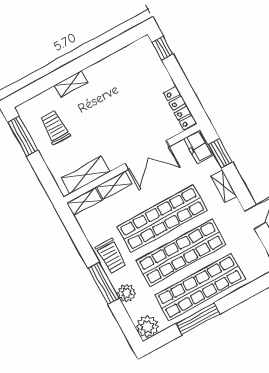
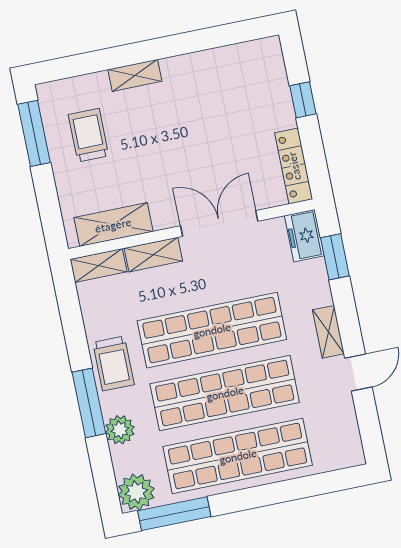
window: (162, 48) -> (303, 100), moved
double door: (147, 155) -> (219, 223), swing flipped
shelving: (224, 186) -> (328, 332), moved
window: (198, 319) -> (174, 514), moved

